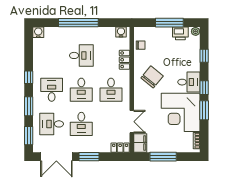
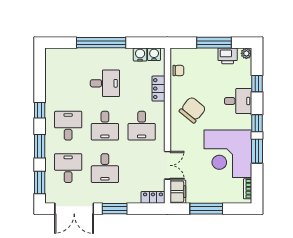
water cooler: (38, 32) -> (140, 55), moved
desk: (189, 82) -> (238, 101), moved
desk: (52, 124) -> (68, 168), turned 90

